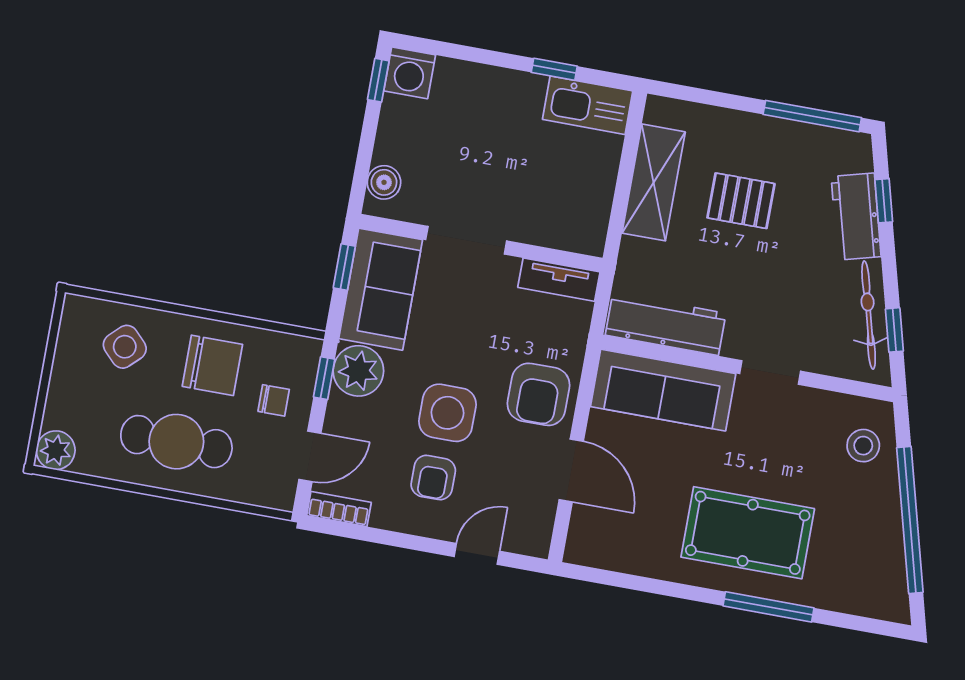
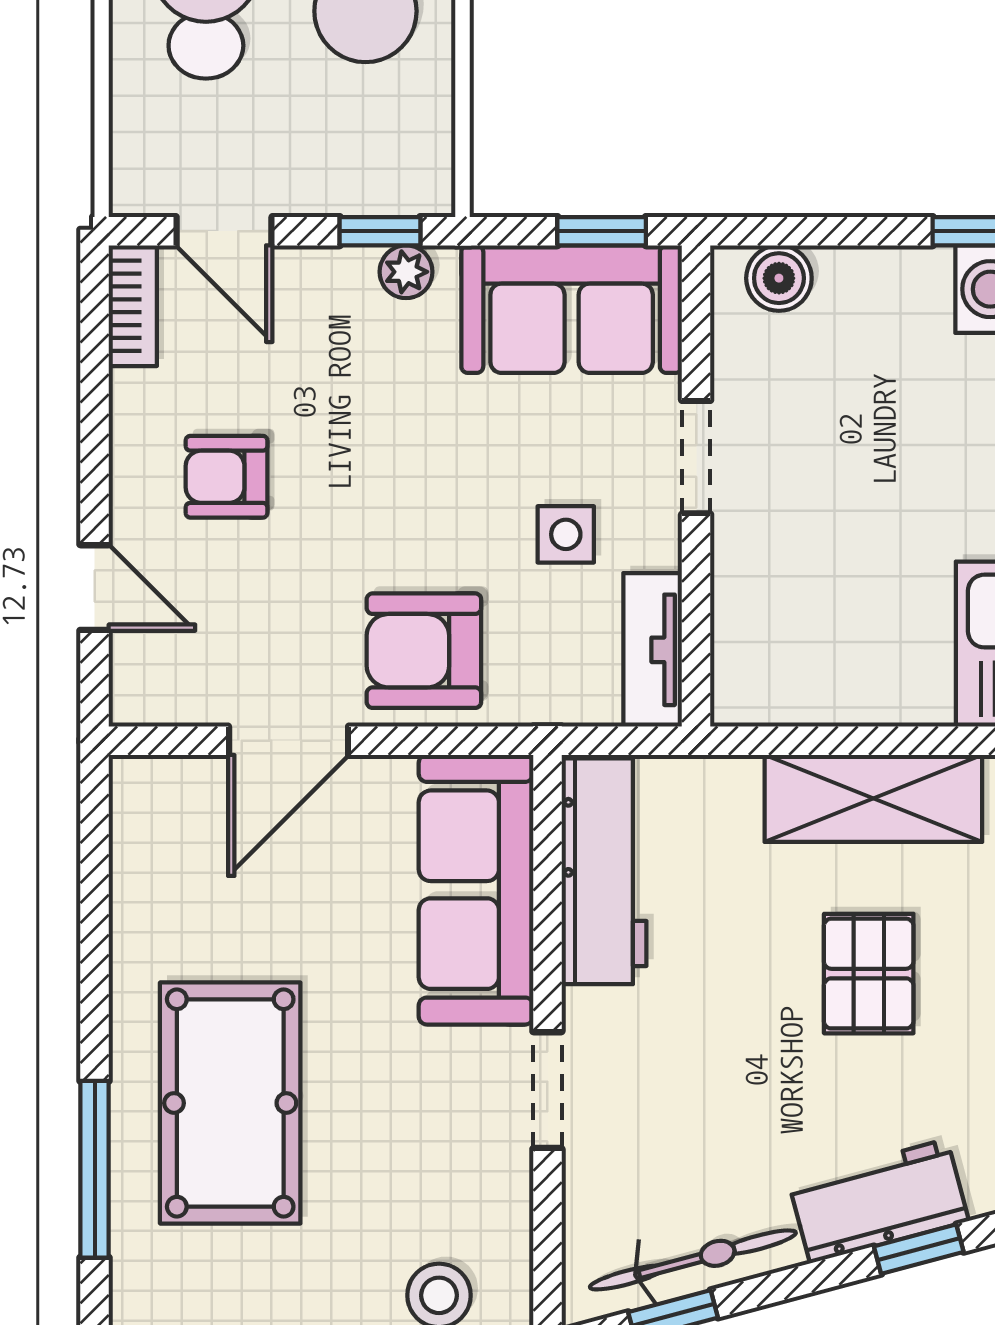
doorway: (466, 240) -> (696, 457), width x0.73
plant: (358, 371) -> (406, 272), width x0.53, depth x0.53
chair: (274, 400) -> (319, 142), removed
side table: (447, 413) -> (566, 534), moved, width x0.54, depth x0.54

